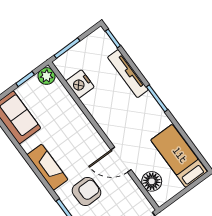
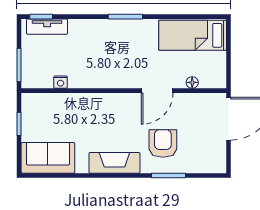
tv unit: (128, 74) -> (47, 27), moved, width x0.71
plant: (47, 76) -> (31, 102), removed
nightstand: (80, 84) -> (61, 82), width x0.53, depth x0.56
floor lamp: (152, 181) -> (192, 82), width x0.53, depth x0.53

